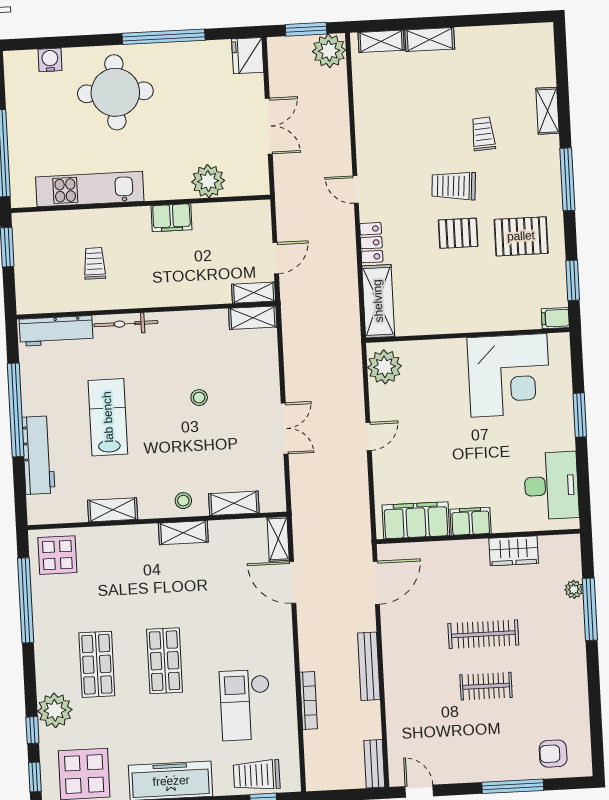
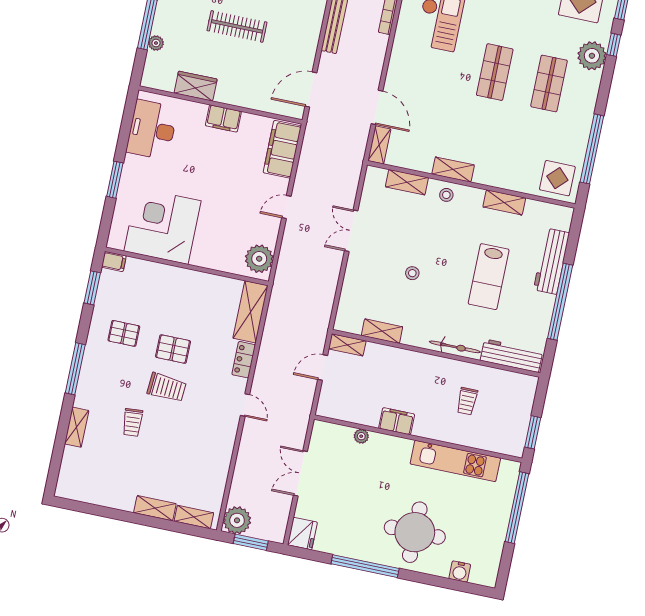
plant: (208, 181) -> (361, 436), width x0.53, depth x0.53
pallet: (521, 236) -> (124, 333), width x0.67, depth x0.71
shelving: (253, 318) -> (382, 331), moved
filing cabinet: (416, 520) -> (282, 149), moved, turned 90

